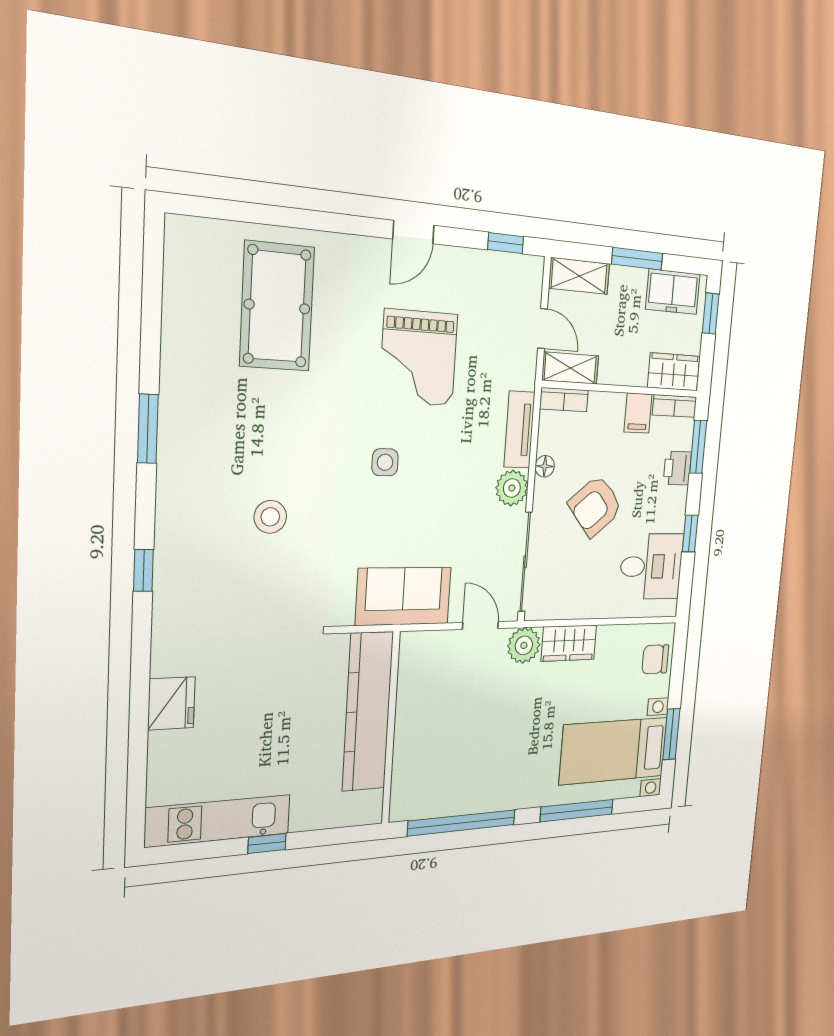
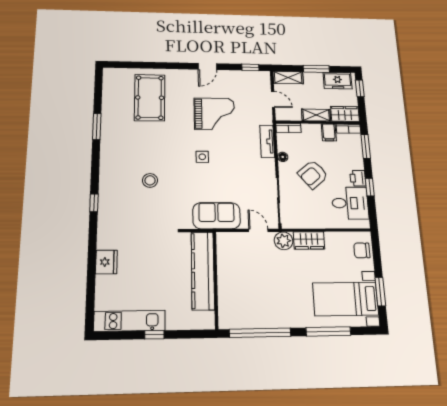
grand piano: (419, 358) -> (214, 114), turned -90
shelving: (570, 368) -> (316, 115), moved
window: (148, 429) -> (97, 127), moved
printer: (677, 468) -> (358, 178), moved
plant: (512, 488) -> (267, 167), removed

